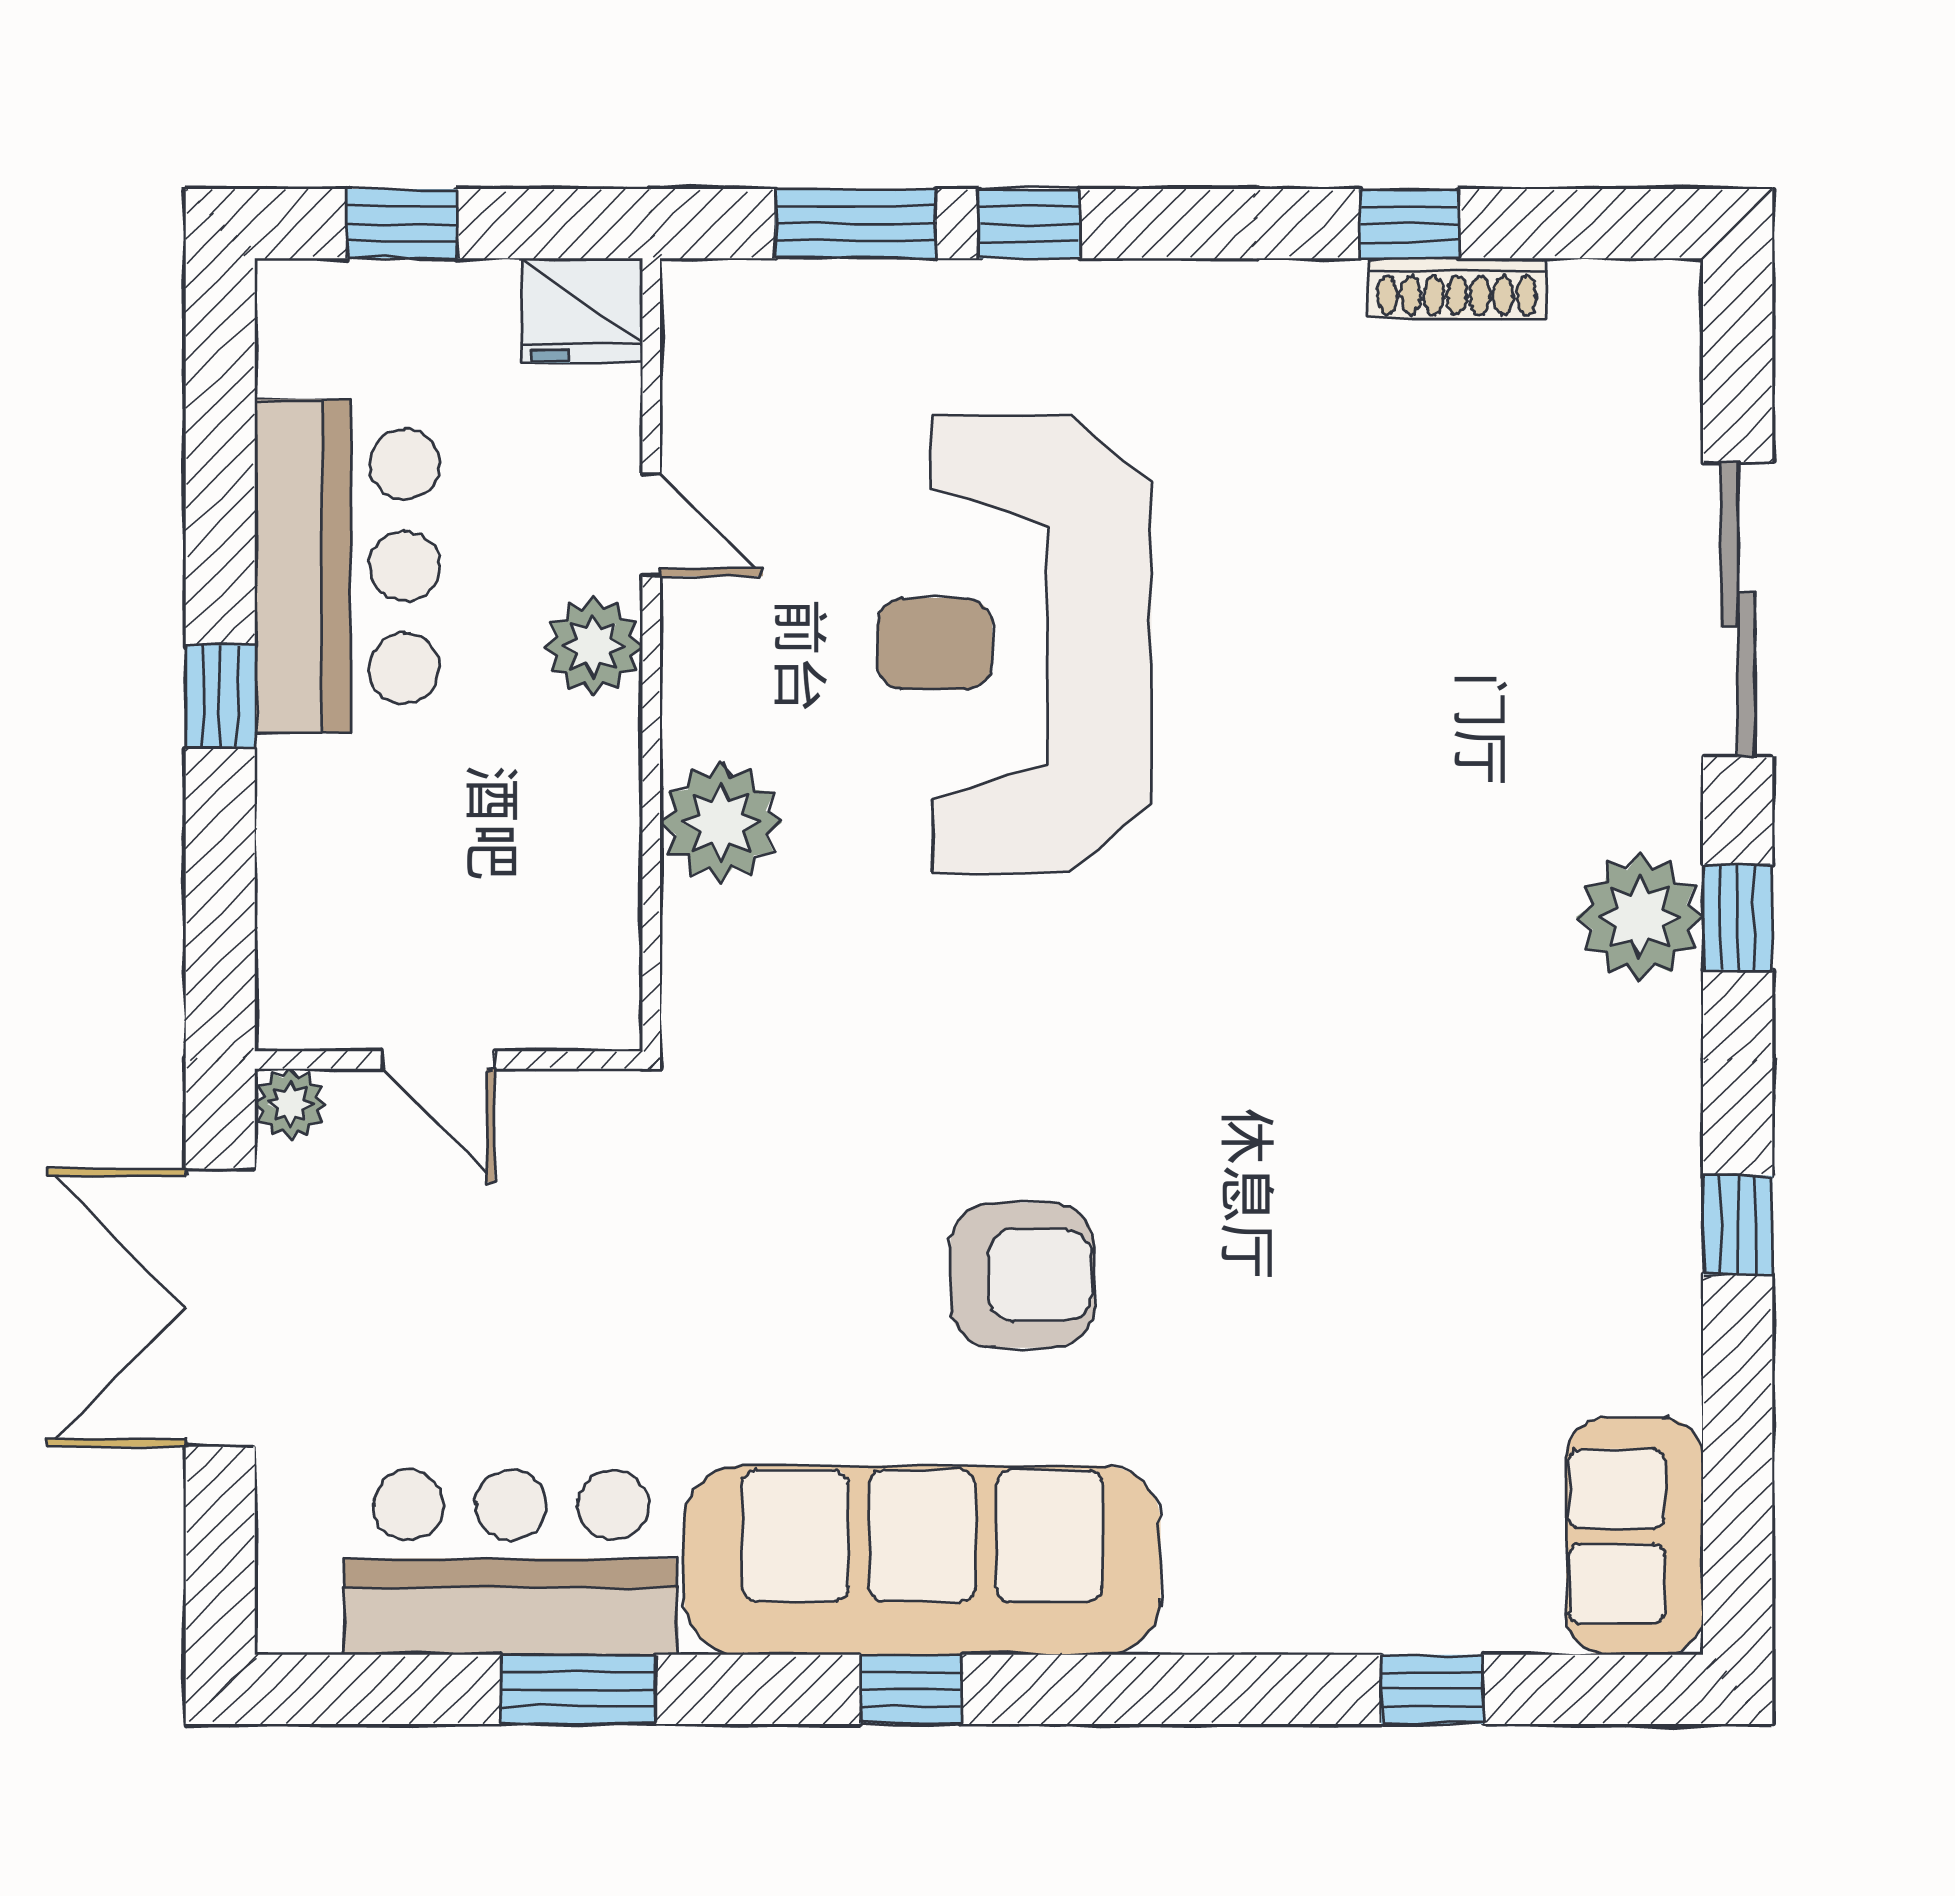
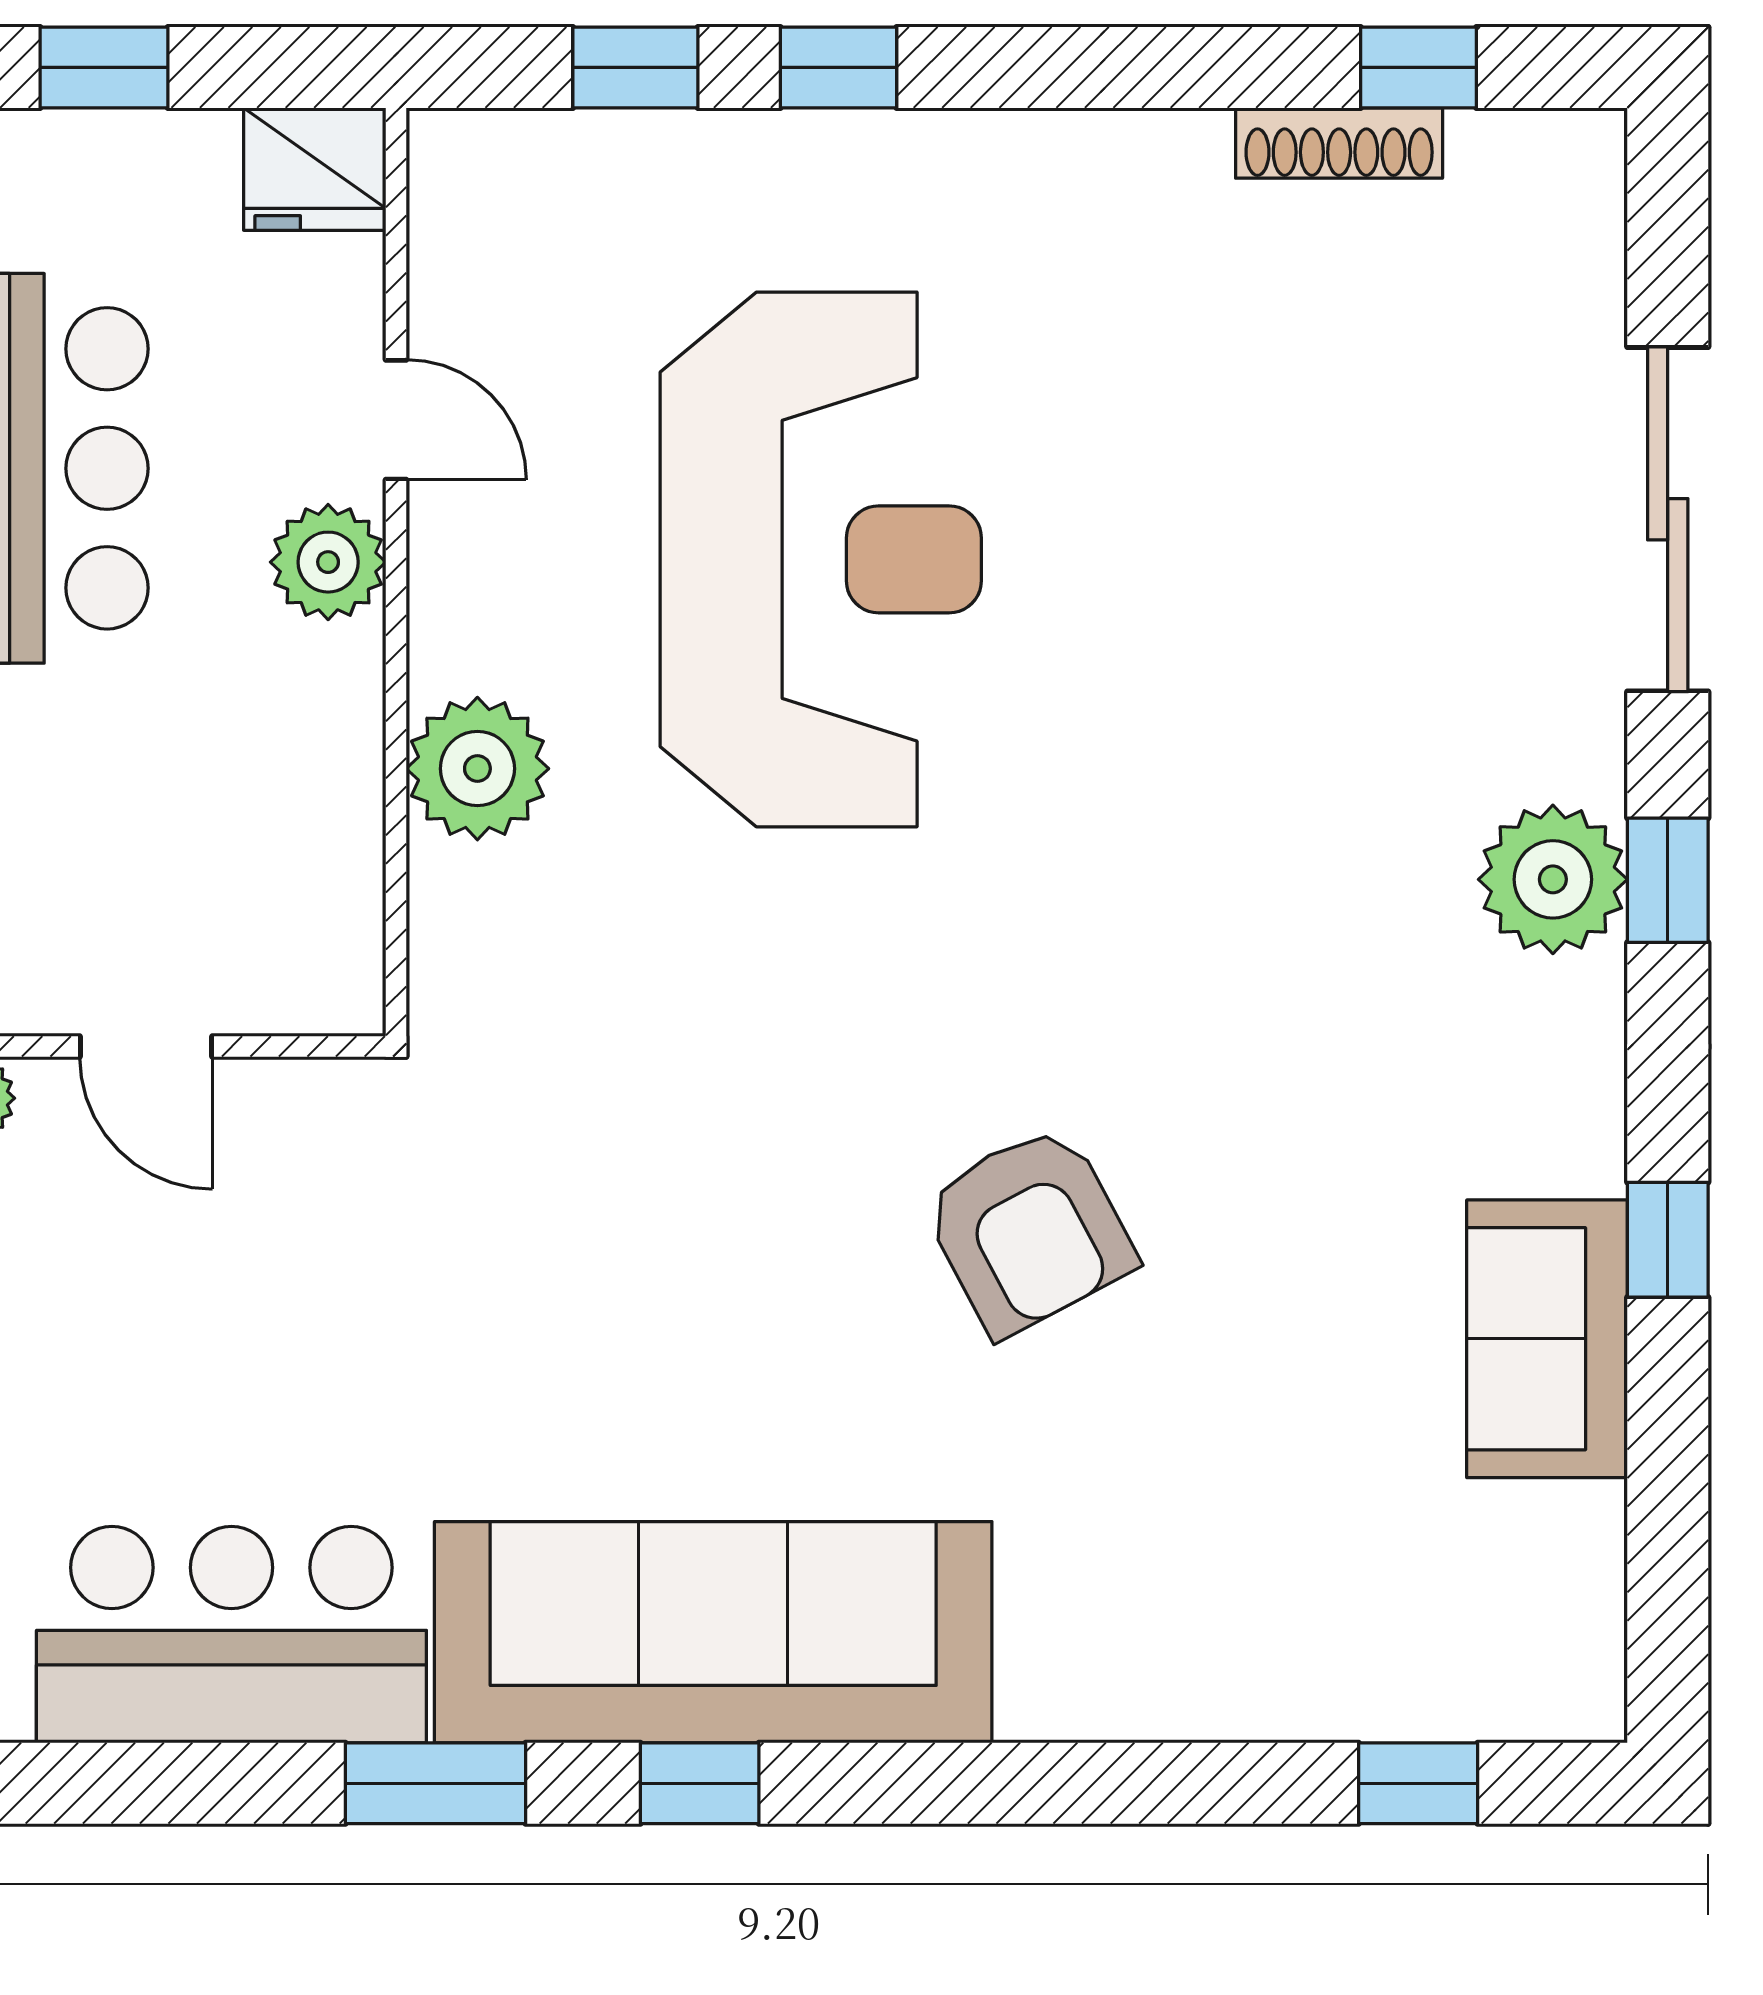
window: (856, 224) -> (635, 67), width x0.67
window: (1409, 224) -> (1419, 67), moved
reception desk: (1014, 644) -> (821, 559), turned 180
armchair: (1022, 1275) -> (1029, 1230), moved, turned 62
sofa: (1635, 1536) -> (1547, 1339), moved
window: (578, 1689) -> (436, 1783), moved
window: (1432, 1689) -> (1418, 1783), moved

